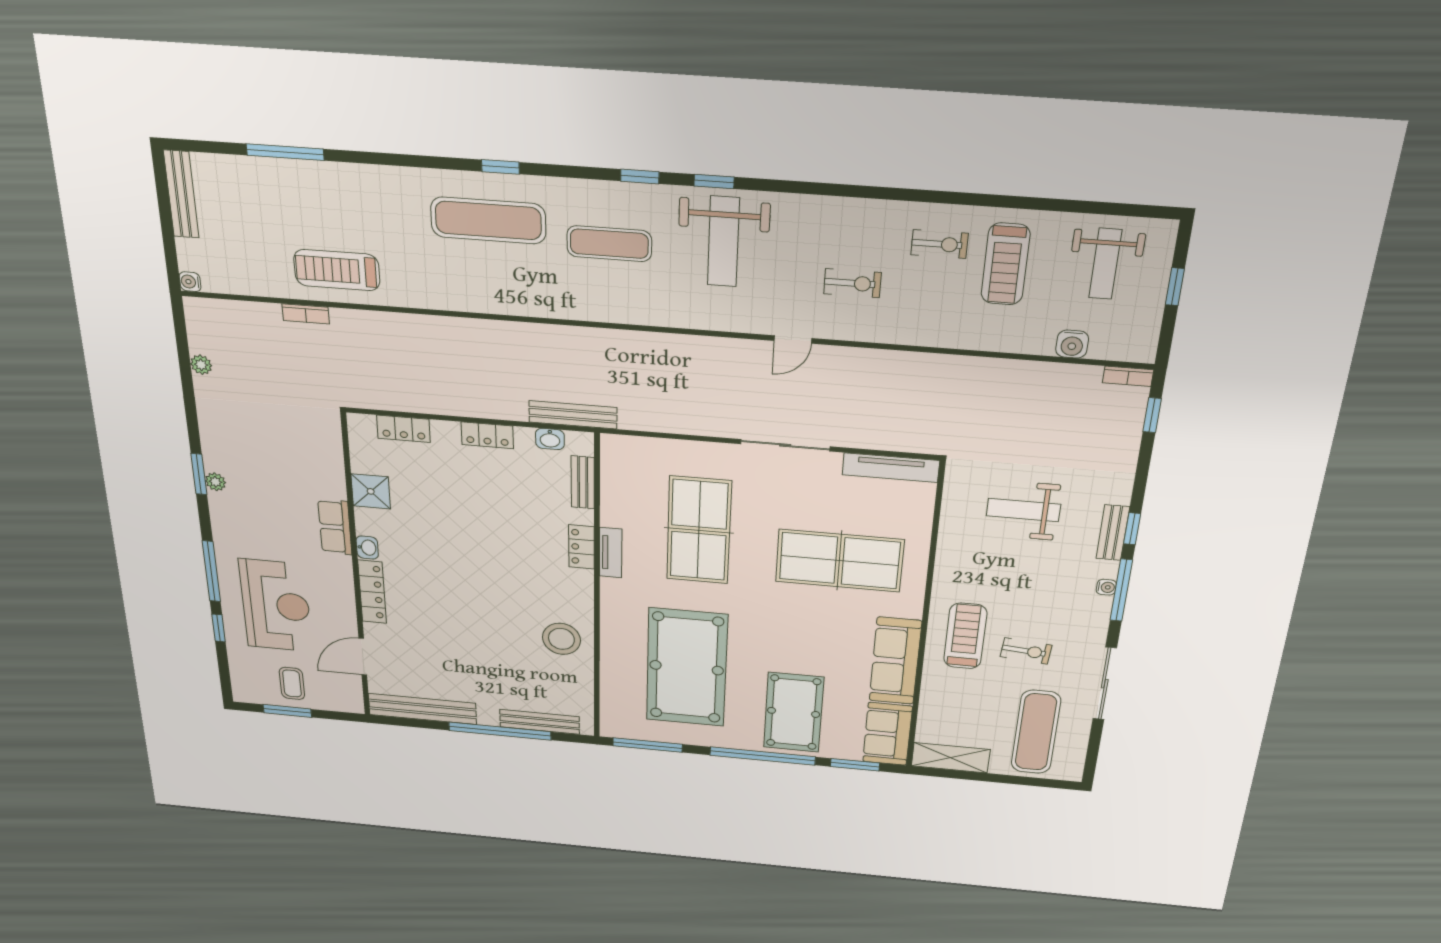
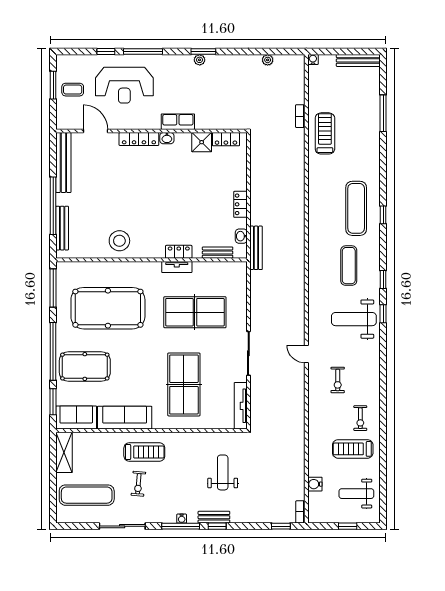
locker: (403, 429) -> (226, 139), moved, turned -90

